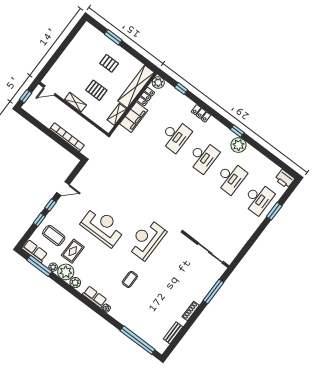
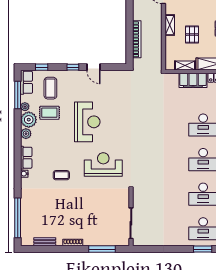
window: (39, 220) -> (42, 67), moved

